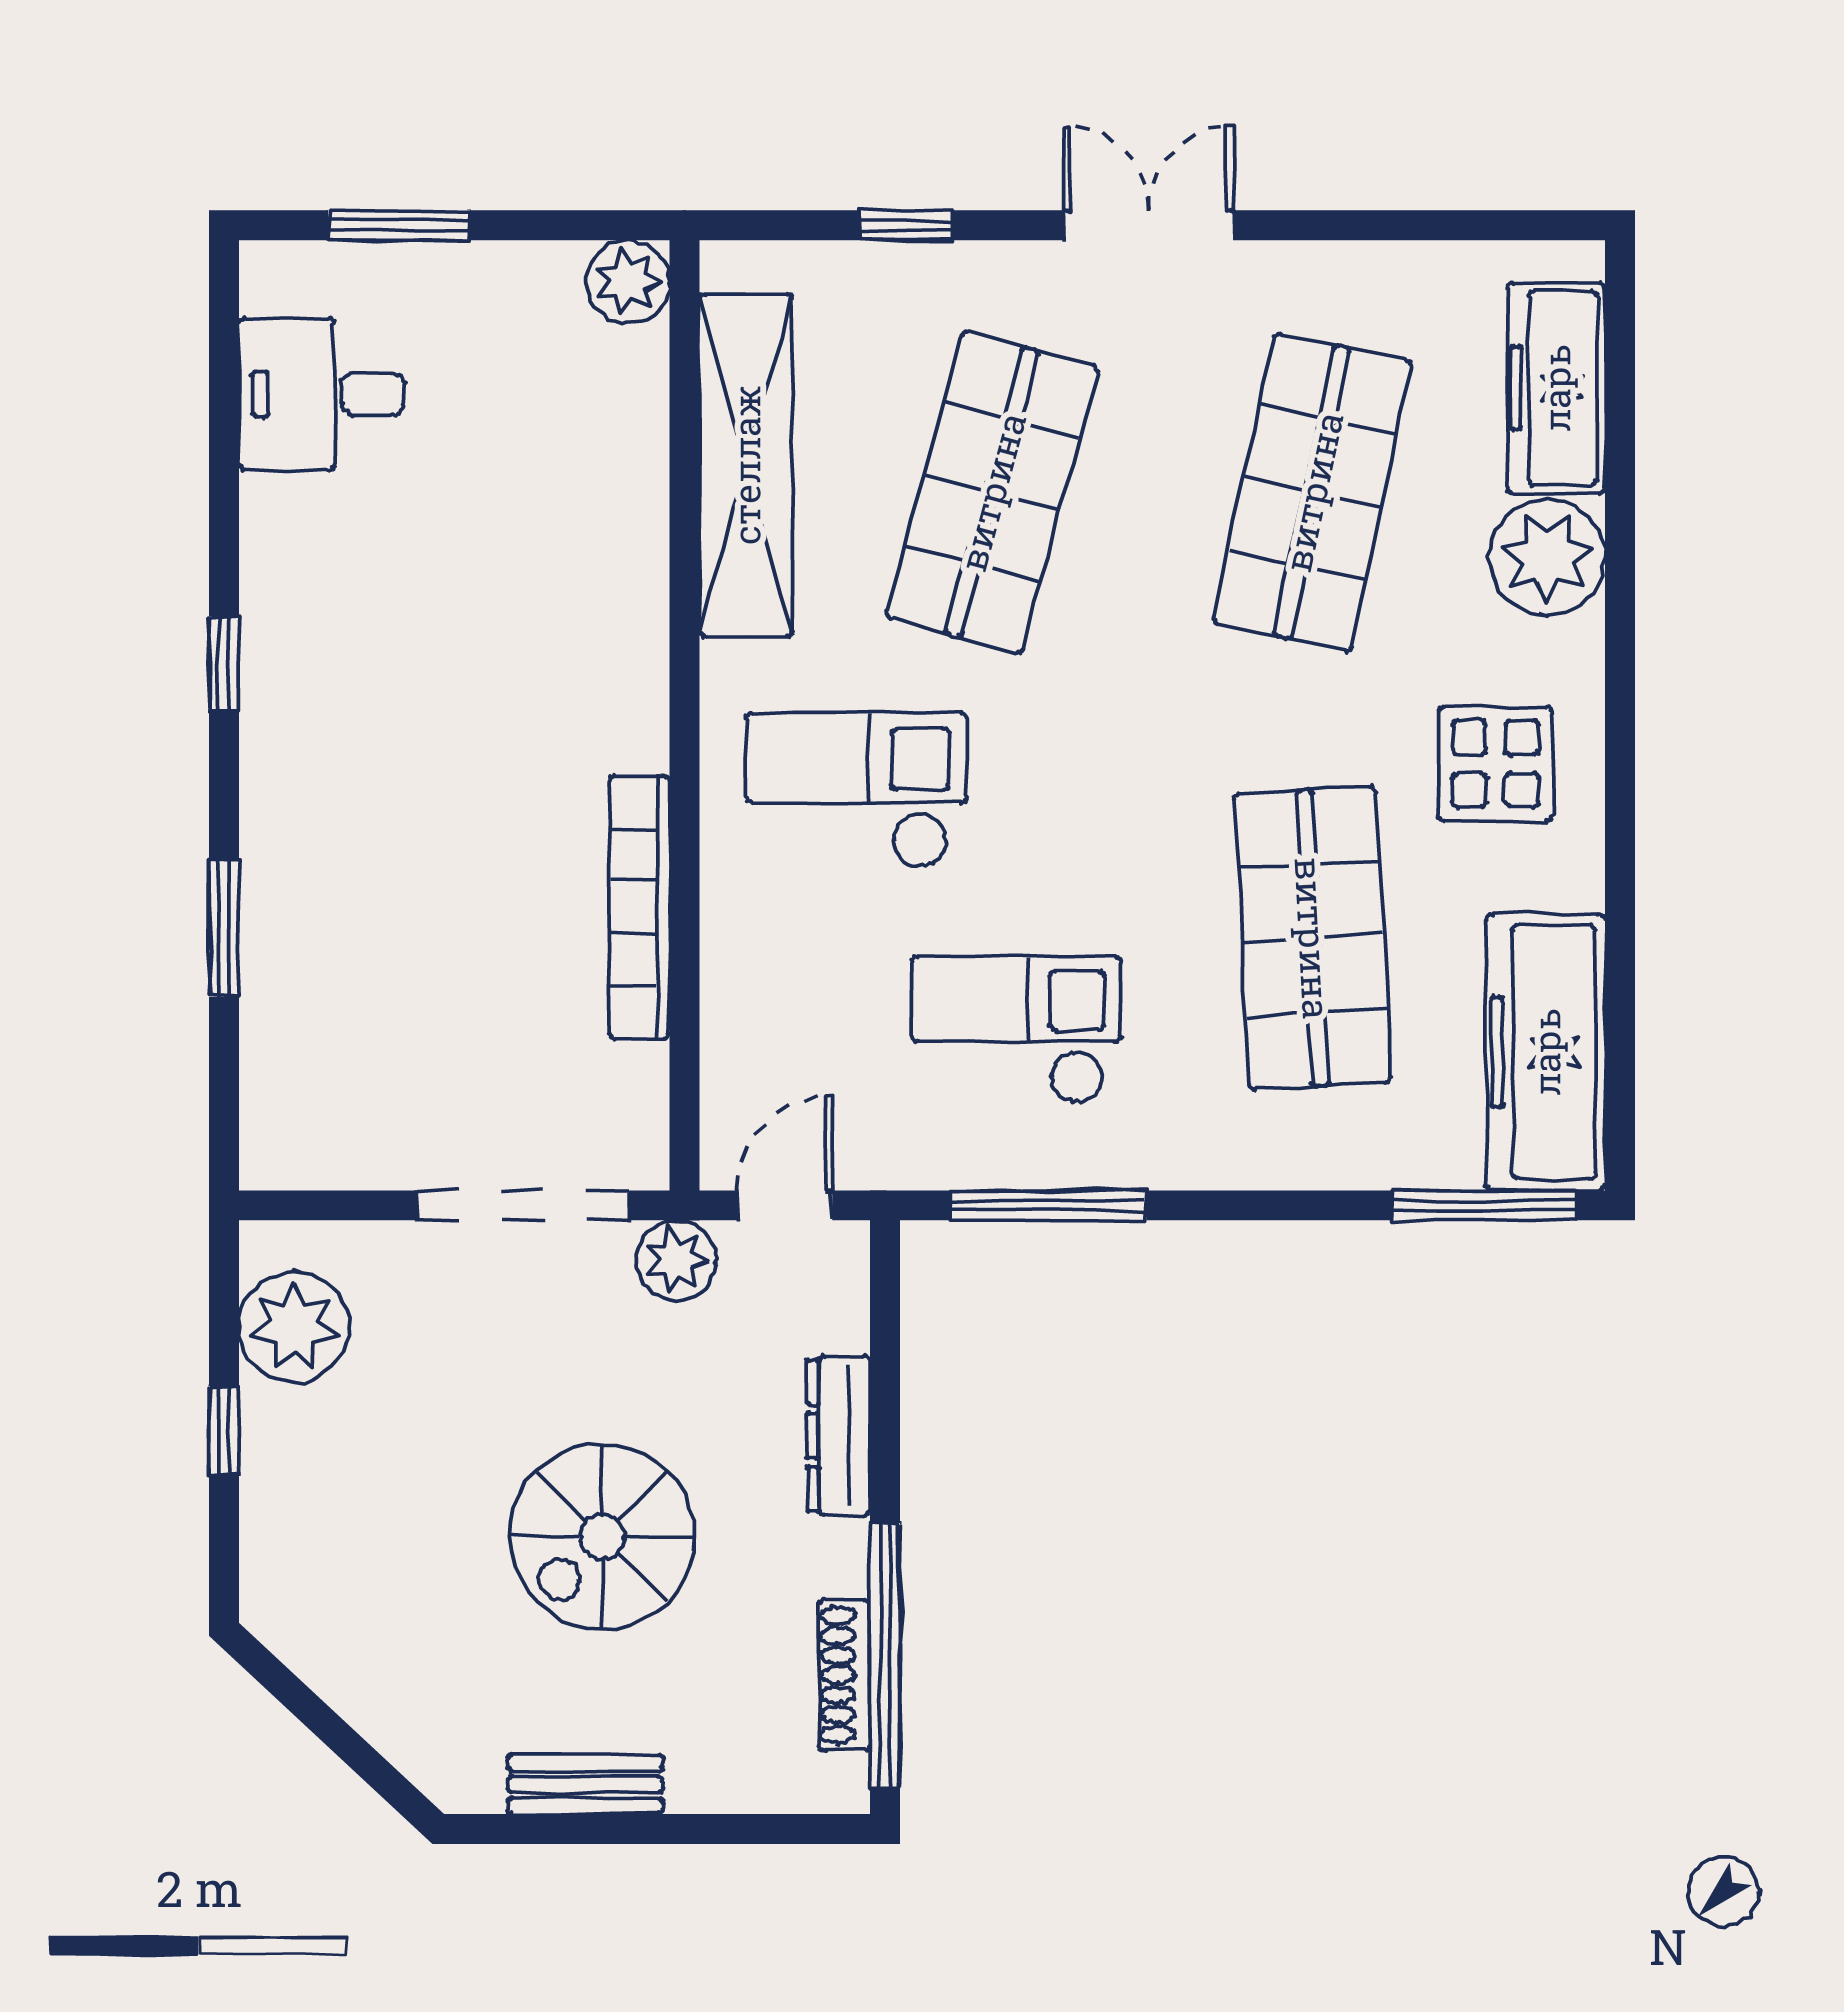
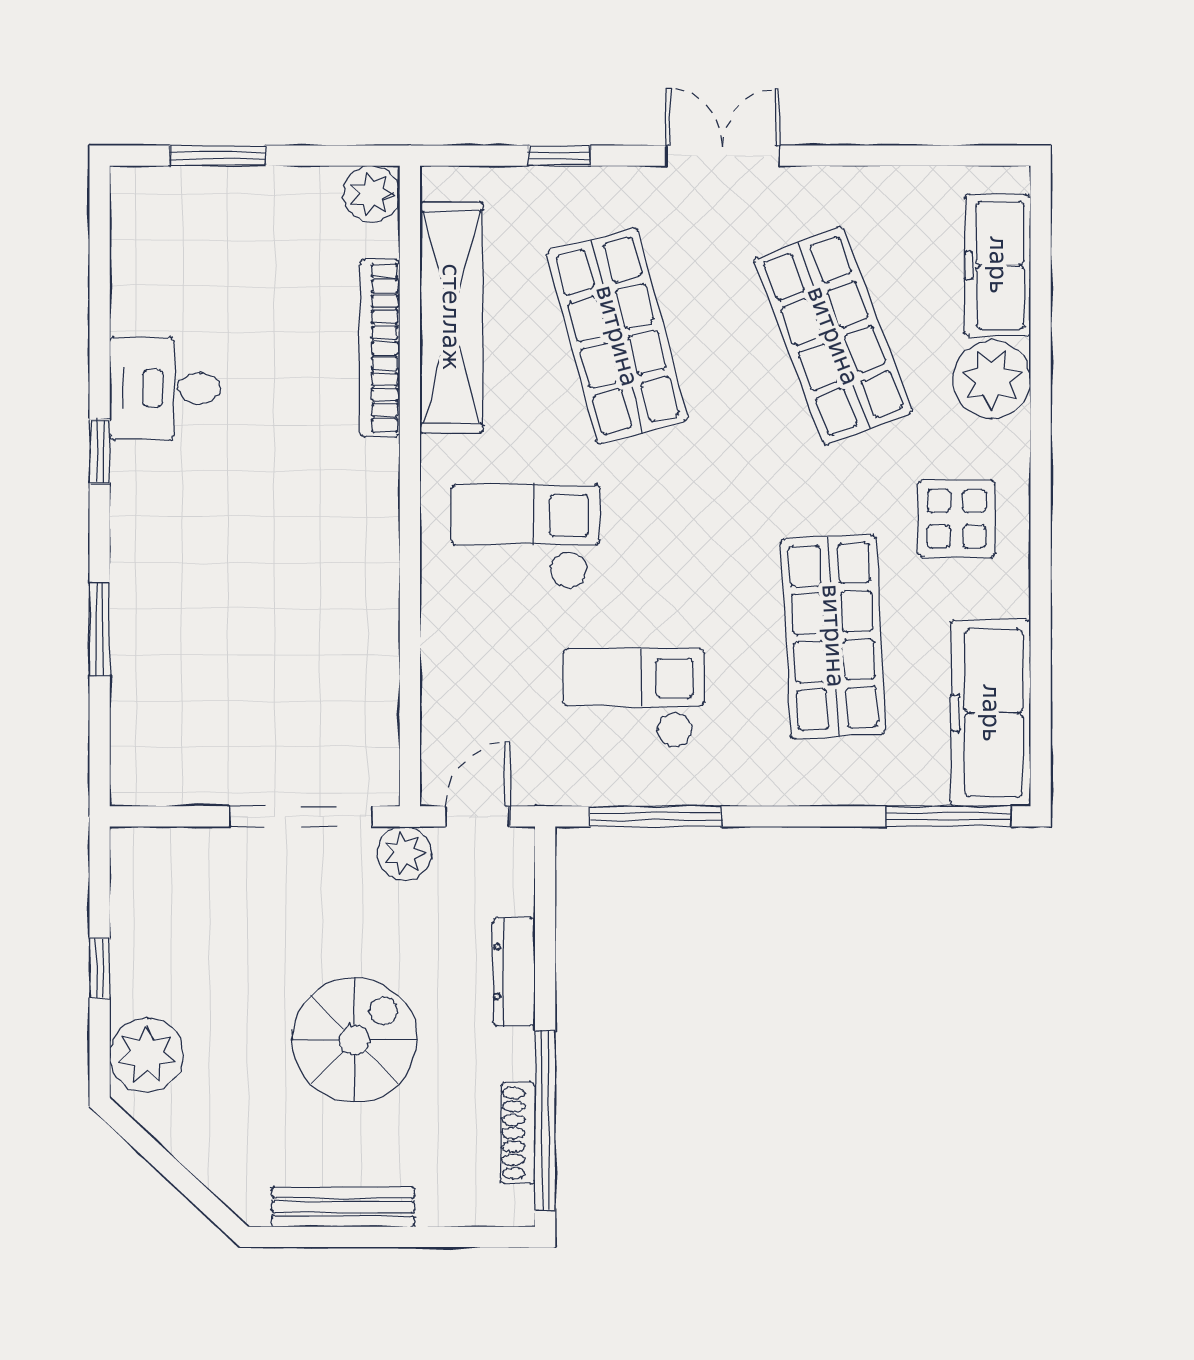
desk: (321, 394) -> (165, 388), moved
shop shelf: (992, 492) -> (617, 336), turned -30
shop shelf: (1313, 492) -> (833, 336), turned -33
bookcase: (640, 907) -> (380, 348), moved
plant: (294, 1327) -> (147, 1055), moved
spiral stairs: (602, 1537) -> (354, 1040), turned 180
bench: (585, 1785) -> (343, 1207), width x1.36

